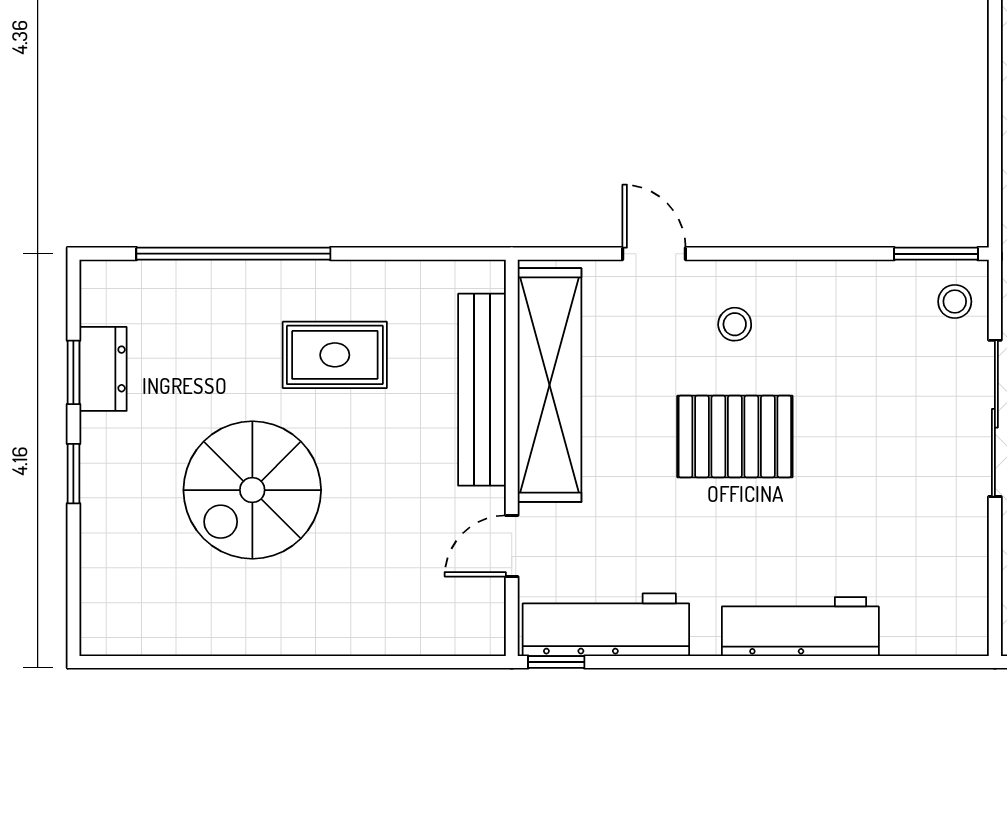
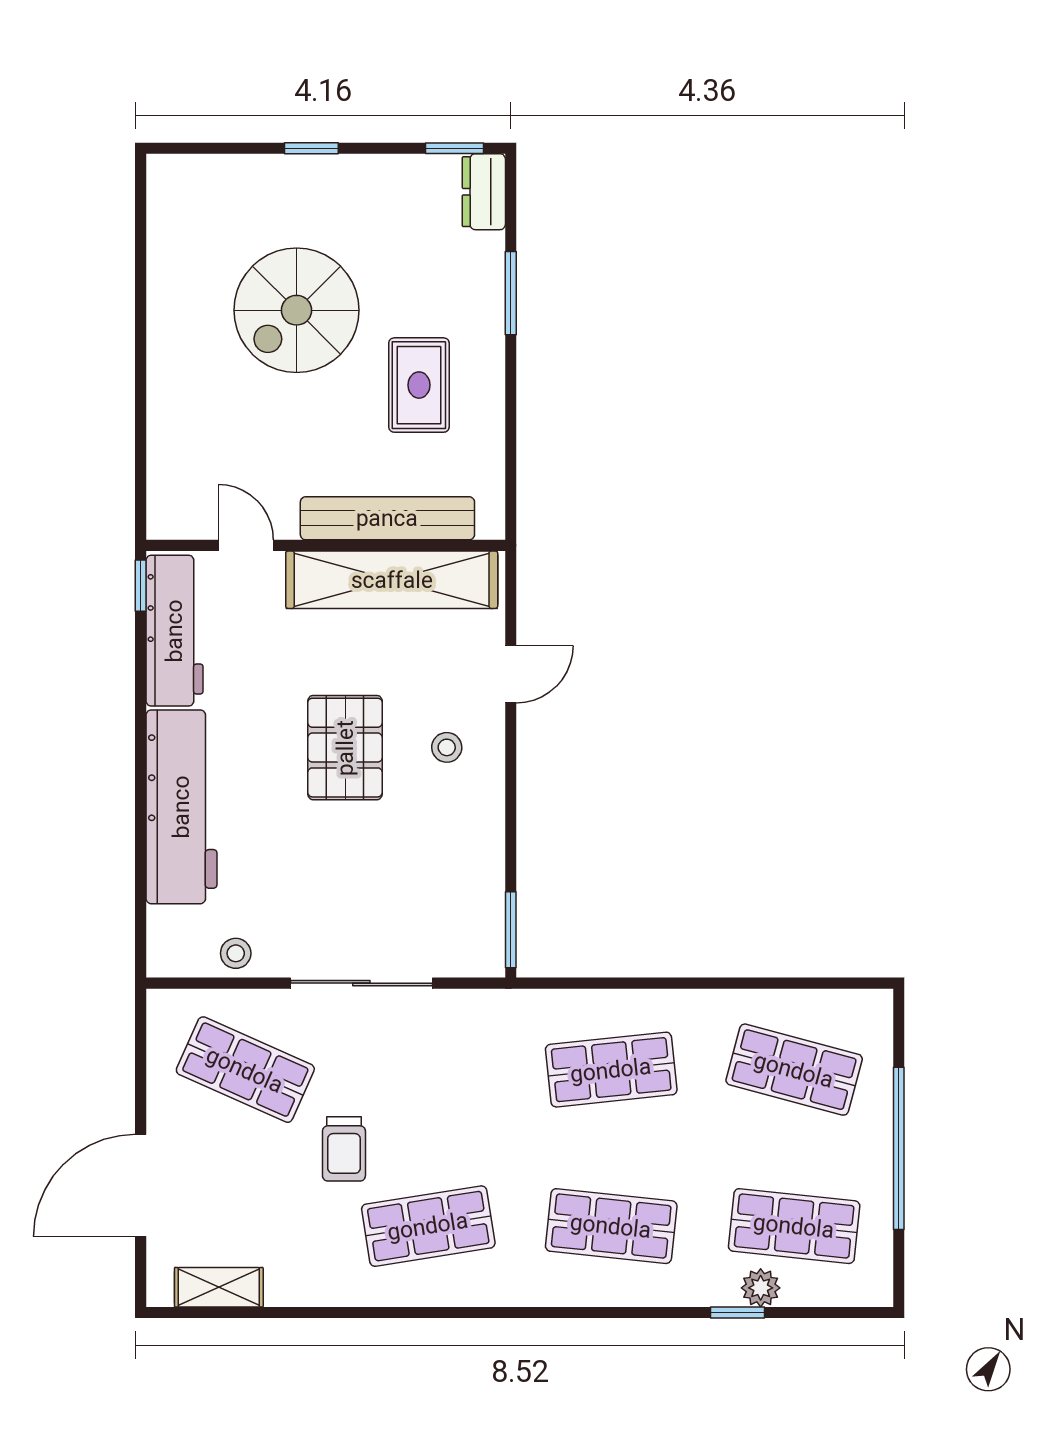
window: (233, 254) -> (511, 293), width x0.47
stool: (955, 301) -> (236, 953), moved
dresser: (103, 369) -> (484, 192), moved, turned 90
window: (73, 372) -> (455, 148), moved
spiral stairs: (252, 490) -> (297, 310), turned -90
workbench: (800, 627) -> (181, 807), width x1.36, depth x1.32

